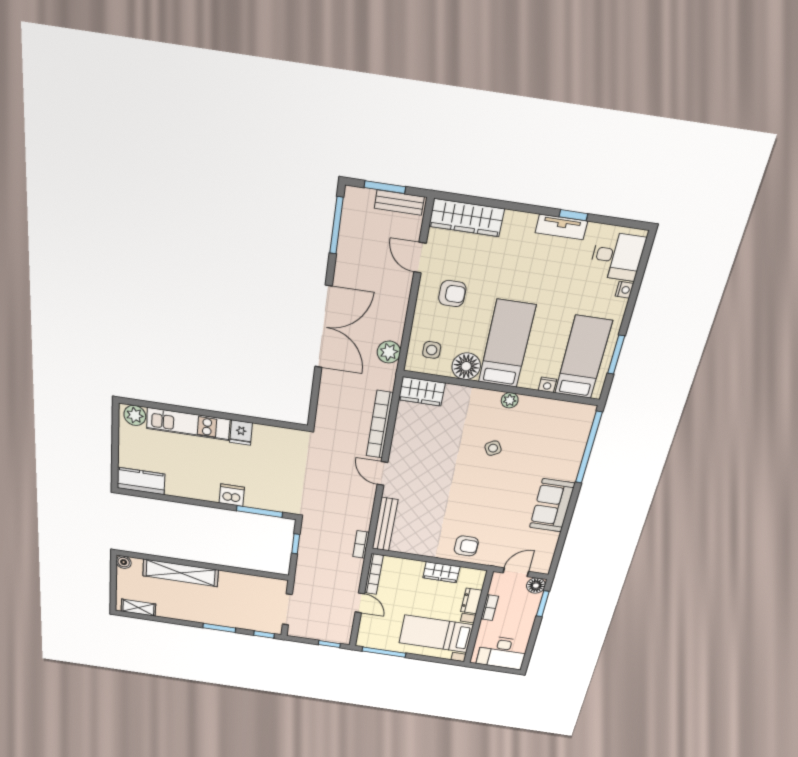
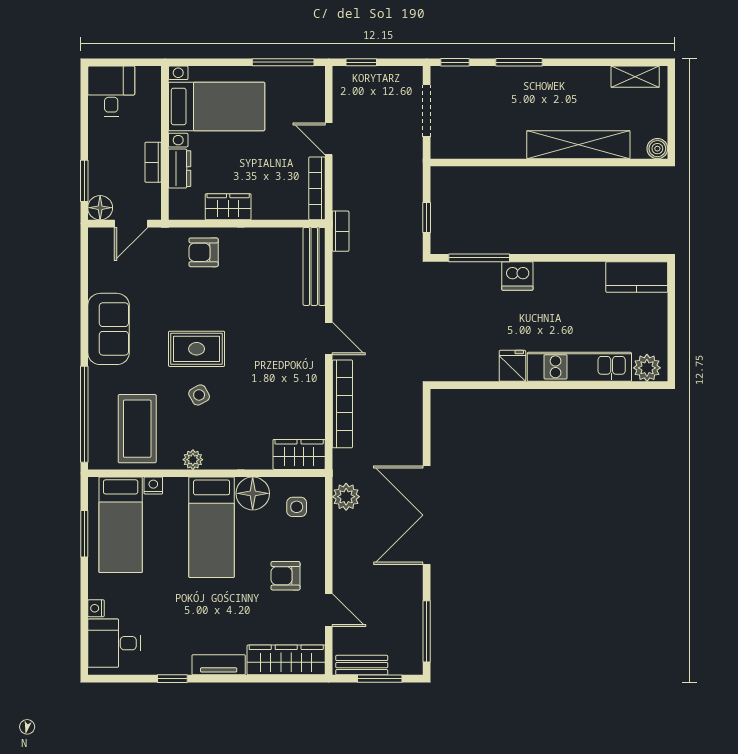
tv unit: (561, 227) -> (219, 665), moved
coffee table: (549, 431) -> (137, 429), added
rug: (487, 482) -> (197, 349), added
desk: (502, 653) -> (111, 91), width x0.73

